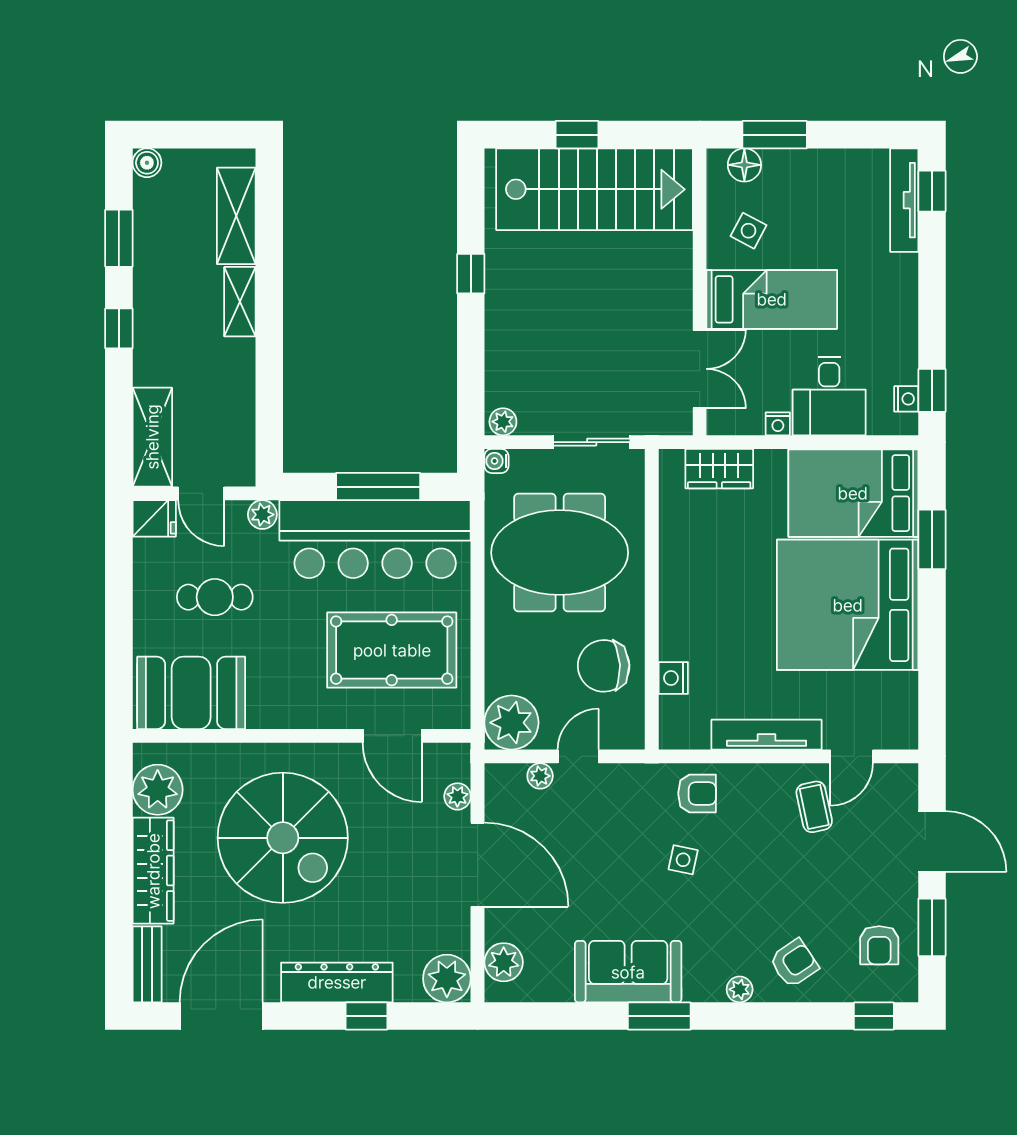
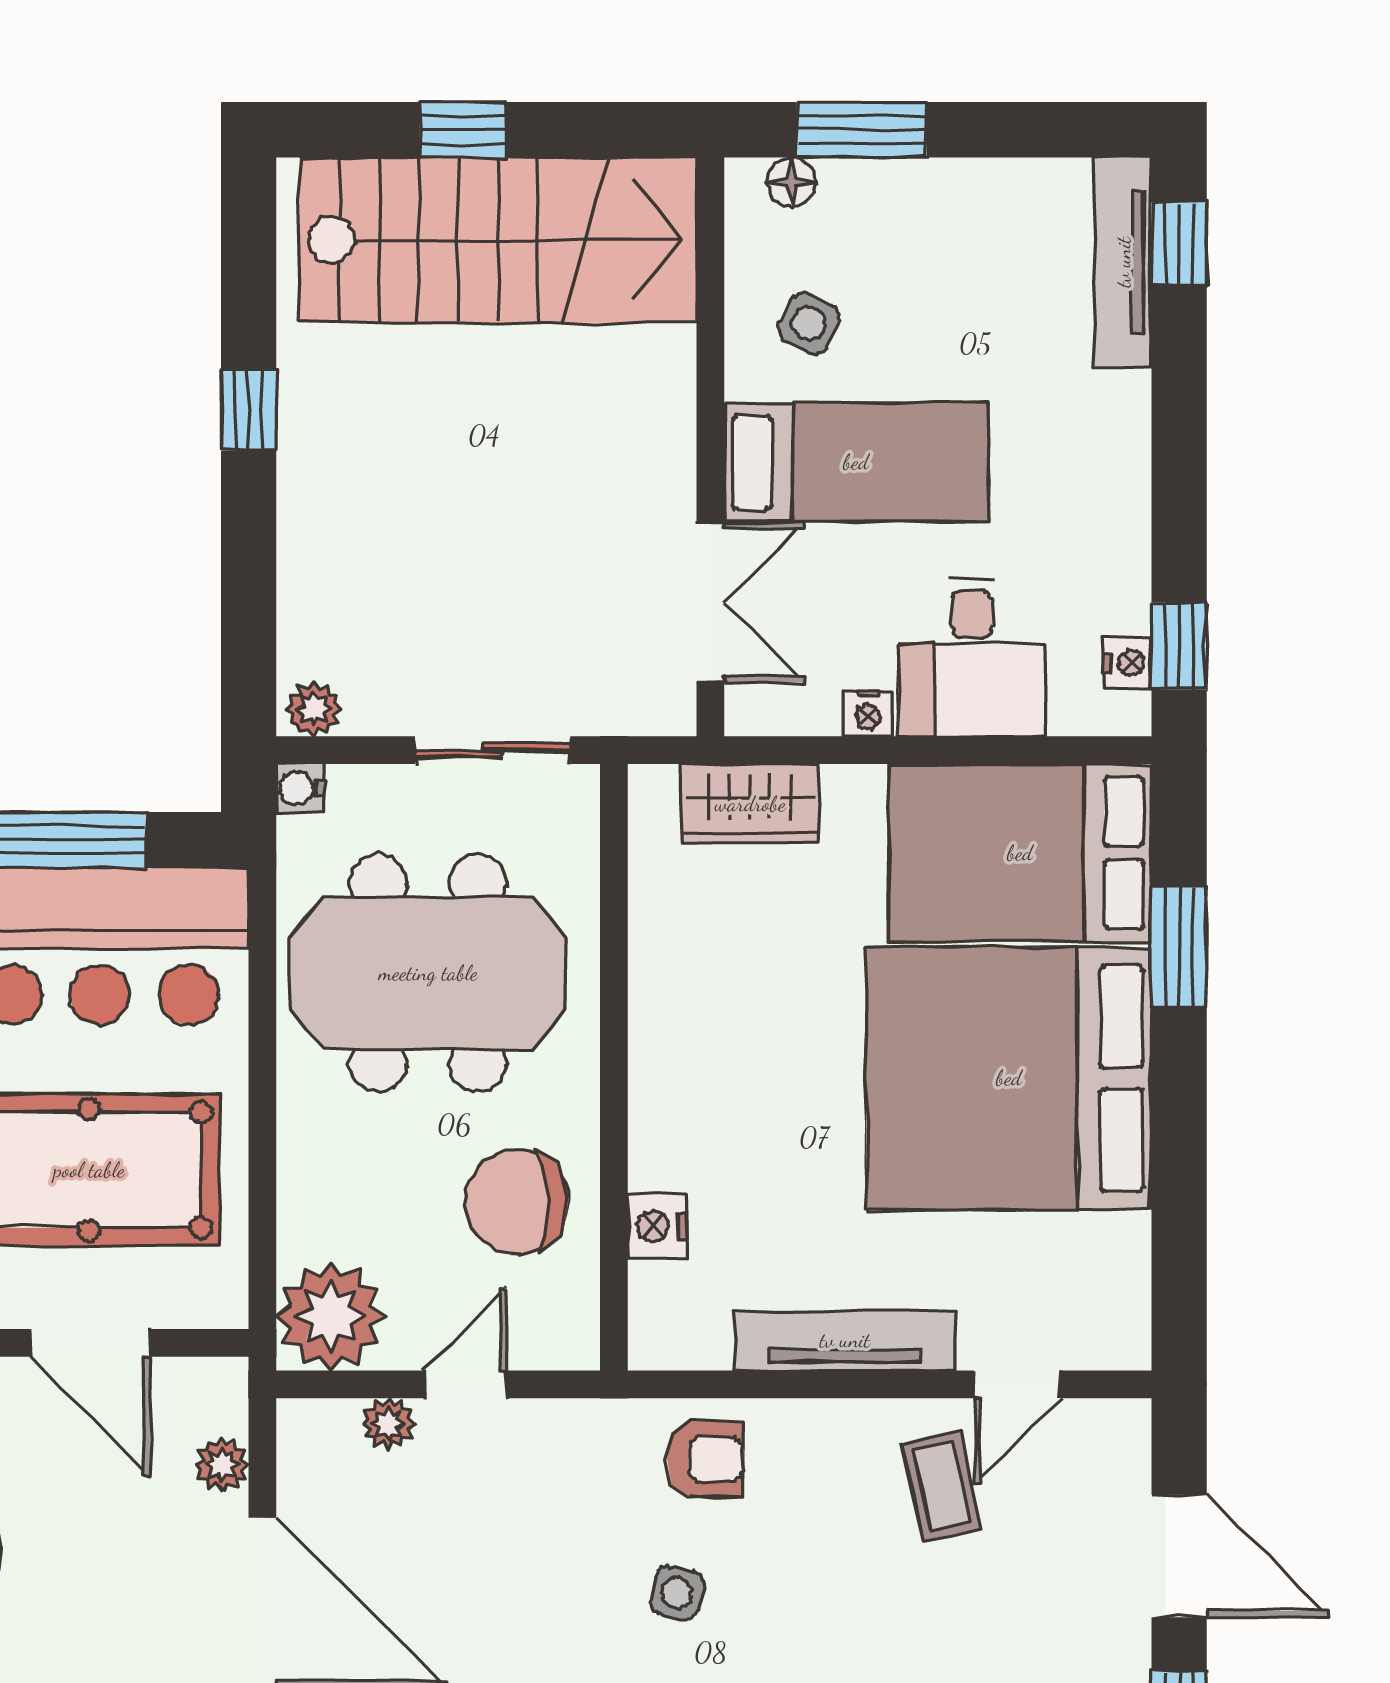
floor lamp: (744, 165) -> (792, 182), width x0.73, depth x0.73

